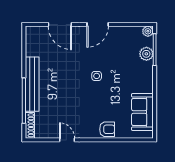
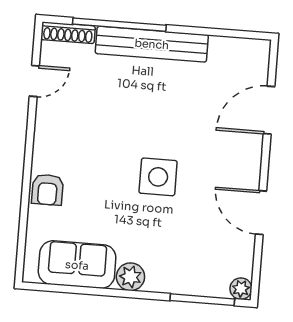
door: (98, 24) -> (261, 213), moved
plant: (146, 54) -> (130, 277), moved
side table: (97, 76) -> (158, 177), width x1.87, depth x1.87
door: (67, 140) -> (34, 81), moved

